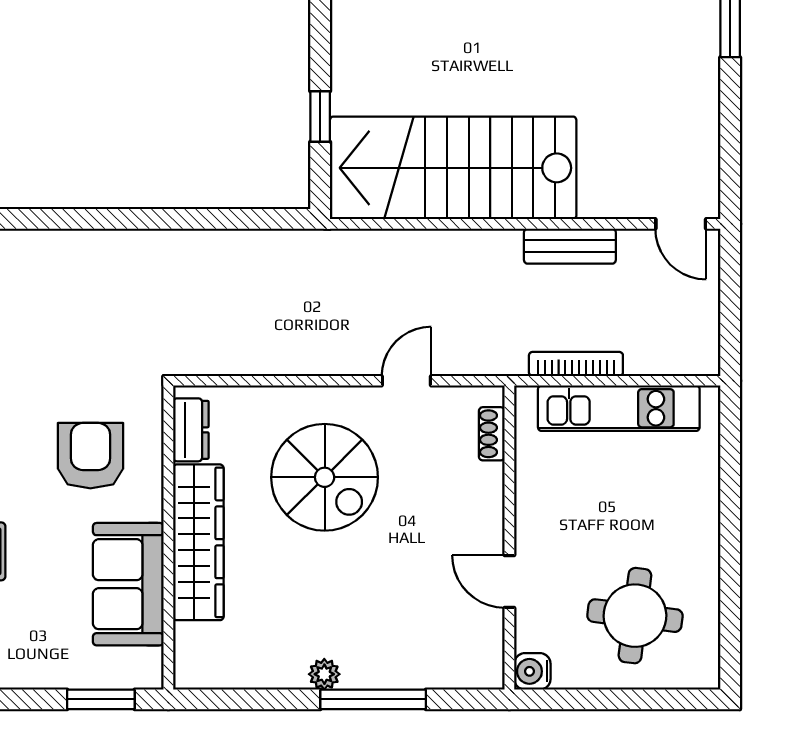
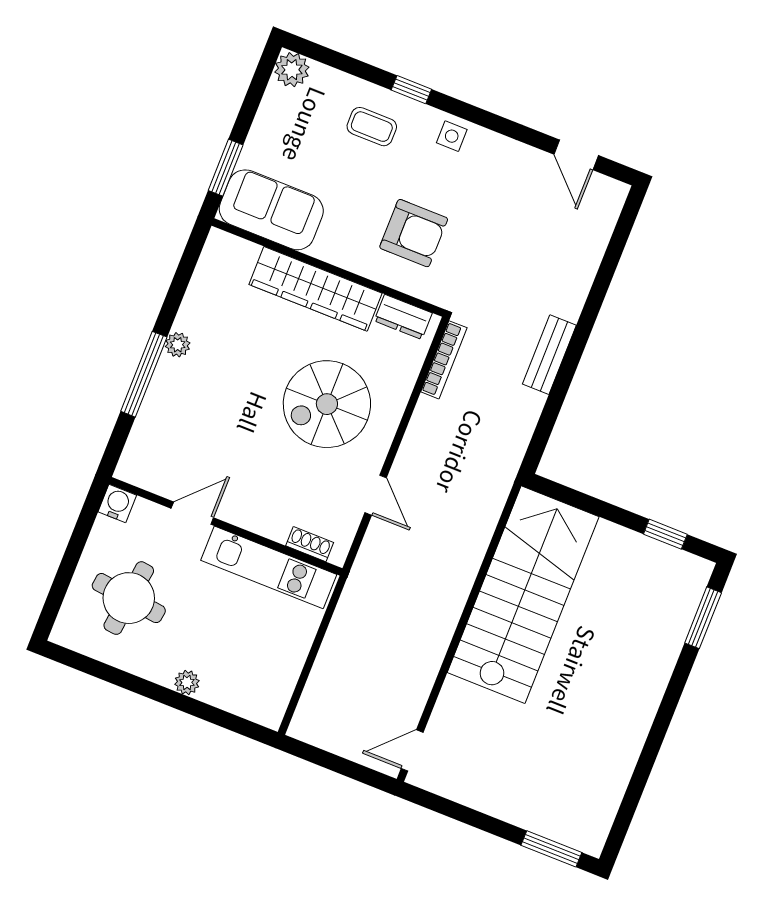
window: (320, 117) -> (665, 534), moved
bench: (570, 246) -> (549, 355), moved
bookcase: (576, 364) -> (444, 360), moved
kitchen unit: (619, 408) -> (269, 567), moved, turned -90
plant: (705, 511) -> (187, 683), added
sofa: (128, 584) -> (271, 210), moved

